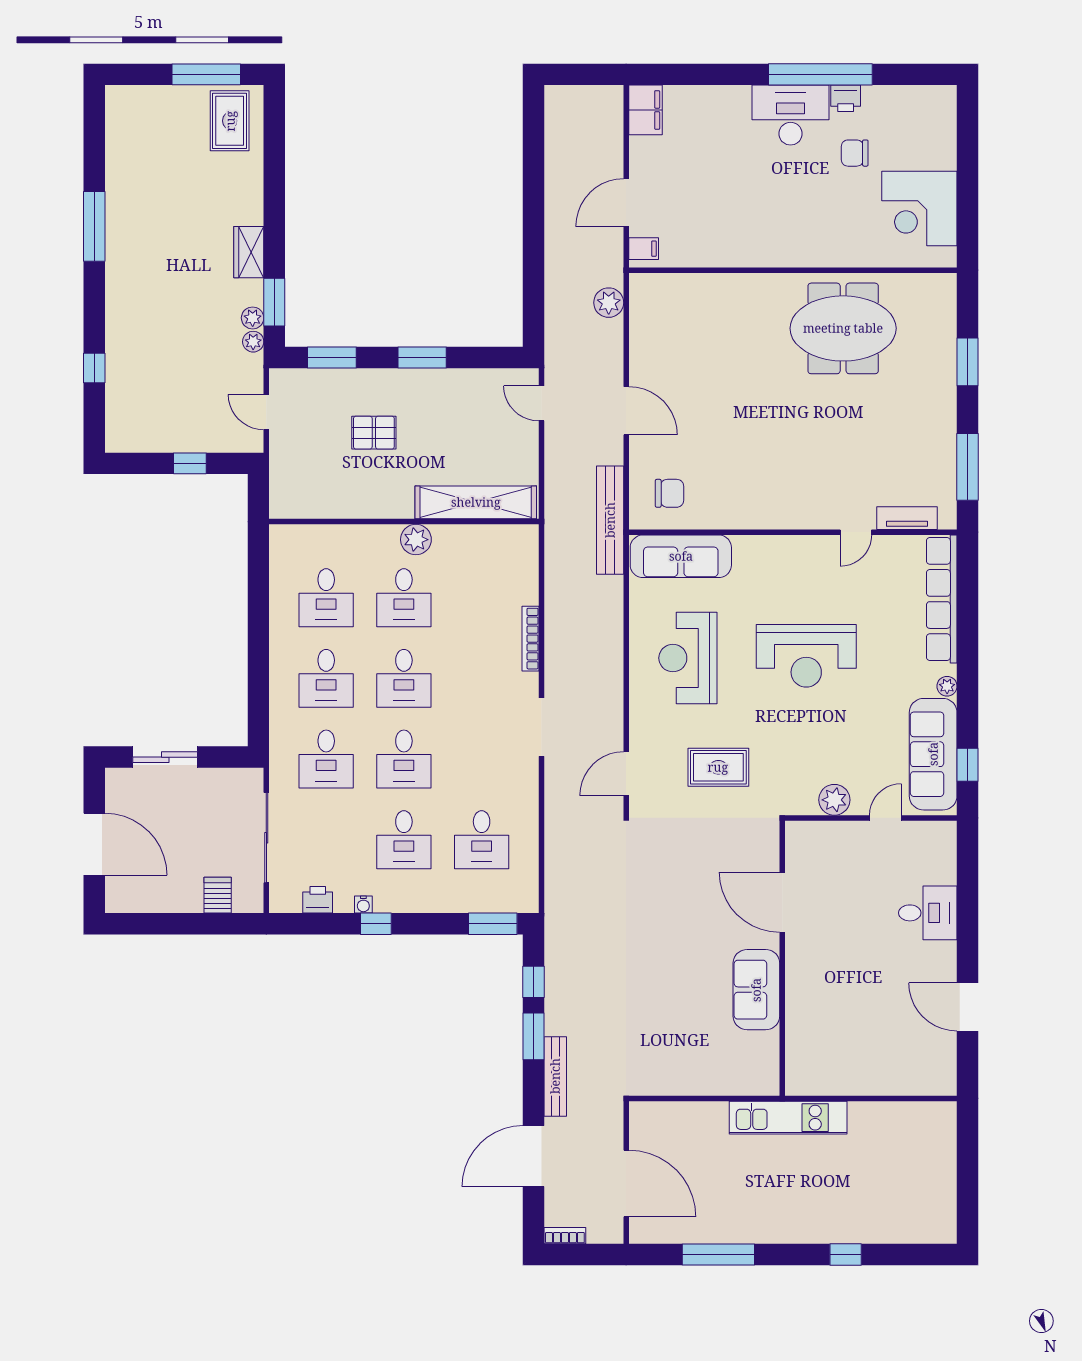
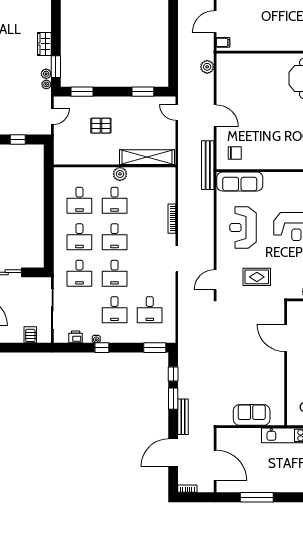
window: (422, 358) -> (143, 92), moved
door: (266, 412) -> (52, 116), swing flipped
sofa: (756, 990) -> (252, 415), moved, turned 90

